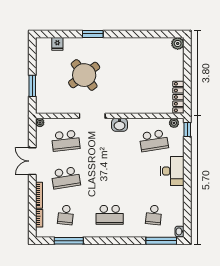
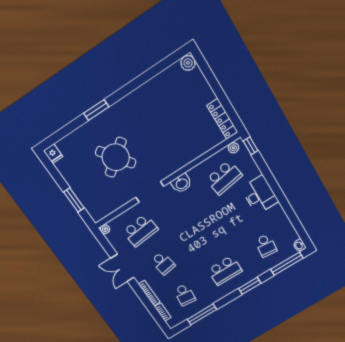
fridge: (57, 44) -> (53, 154), moved
school desk: (66, 178) -> (163, 263), width x0.54
window: (121, 241) -> (250, 286), added

